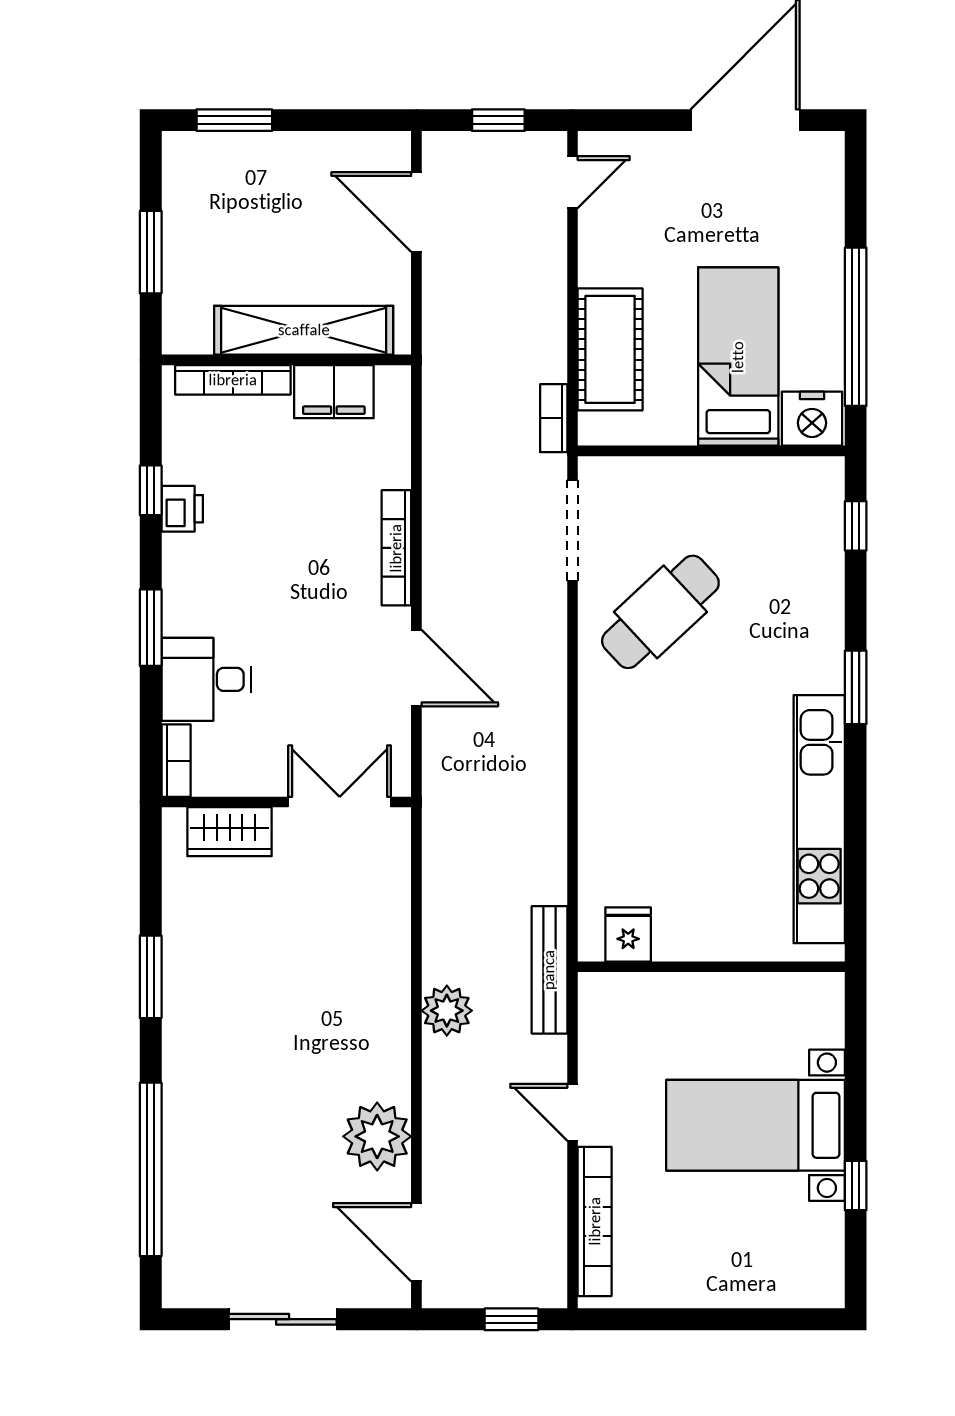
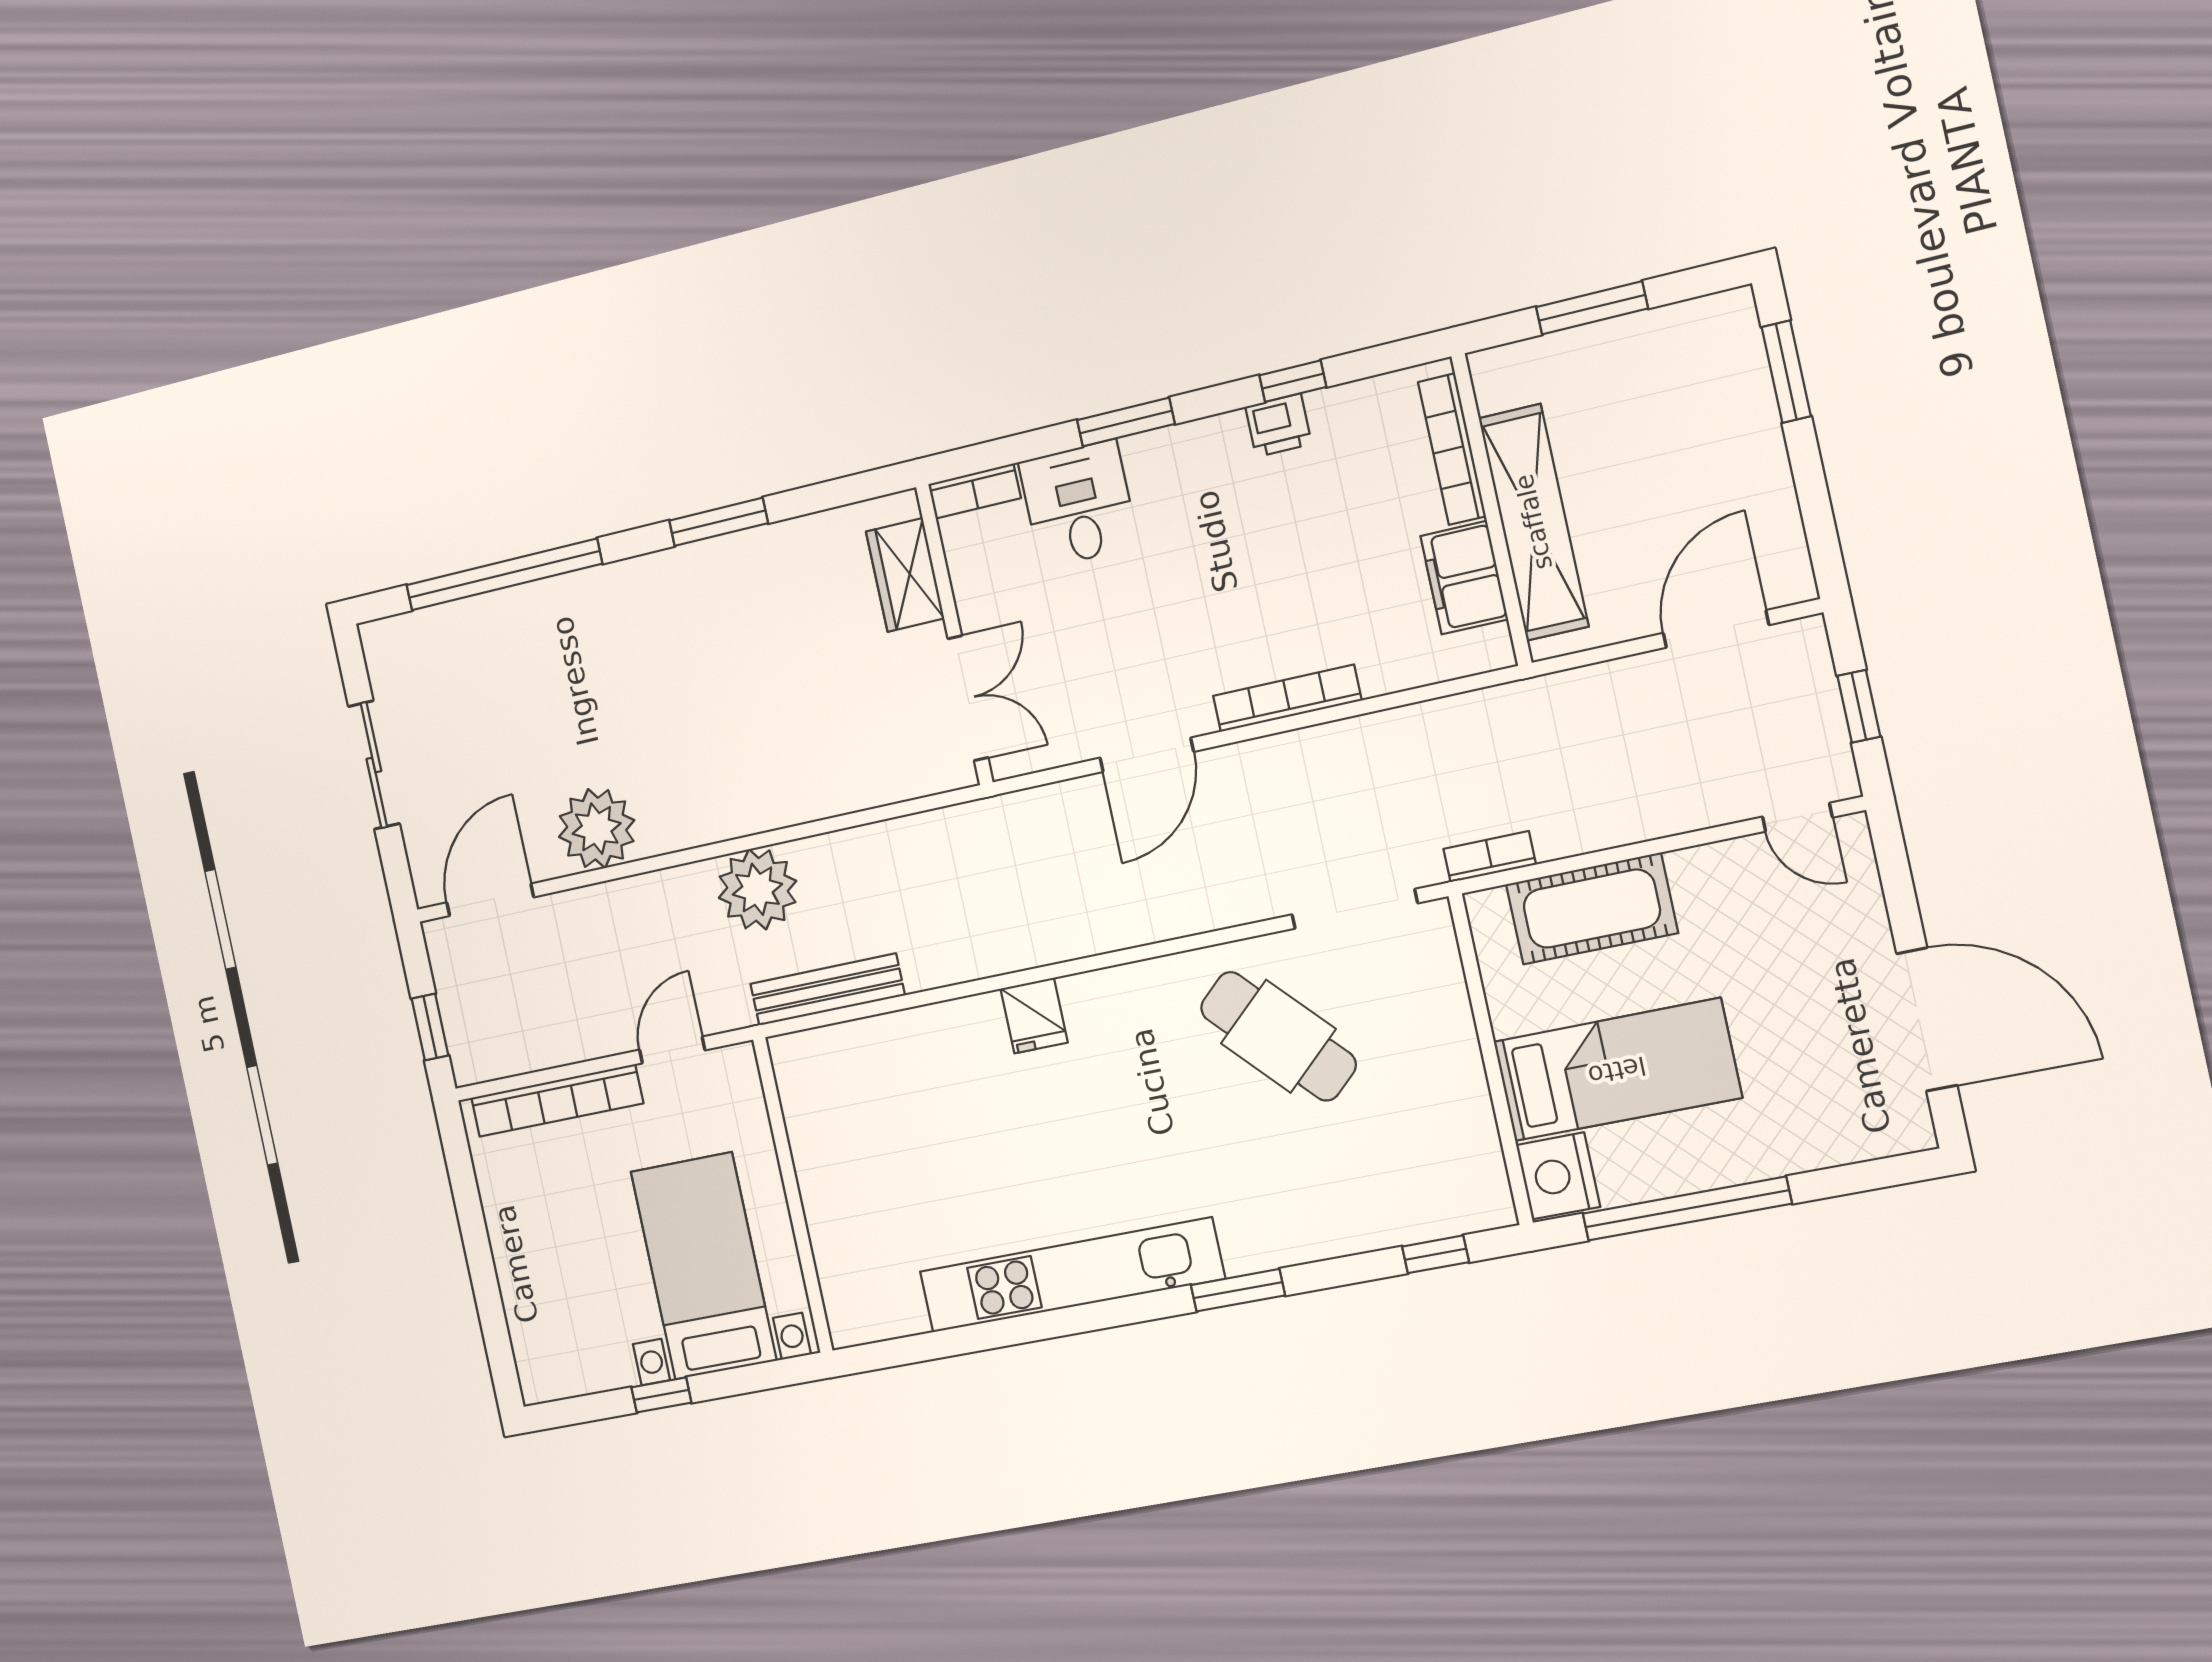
fridge: (628, 934) -> (1034, 1016), moved, turned 90
wall: (711, 967) -> (793, 1195), moved
plant: (447, 1011) -> (757, 889), width x1.36, depth x1.36

